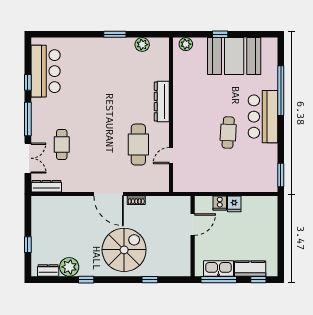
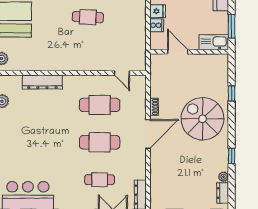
dresser: (162, 102) -> (42, 82), moved
cafe table: (100, 145) -> (100, 142), added
door: (171, 156) -> (122, 73), moved
plant: (69, 267) -> (223, 177), width x0.53, depth x0.53
kitchen sink: (219, 268) -> (214, 42), moved, turned 90
window: (219, 280) -> (232, 26), width x0.69

